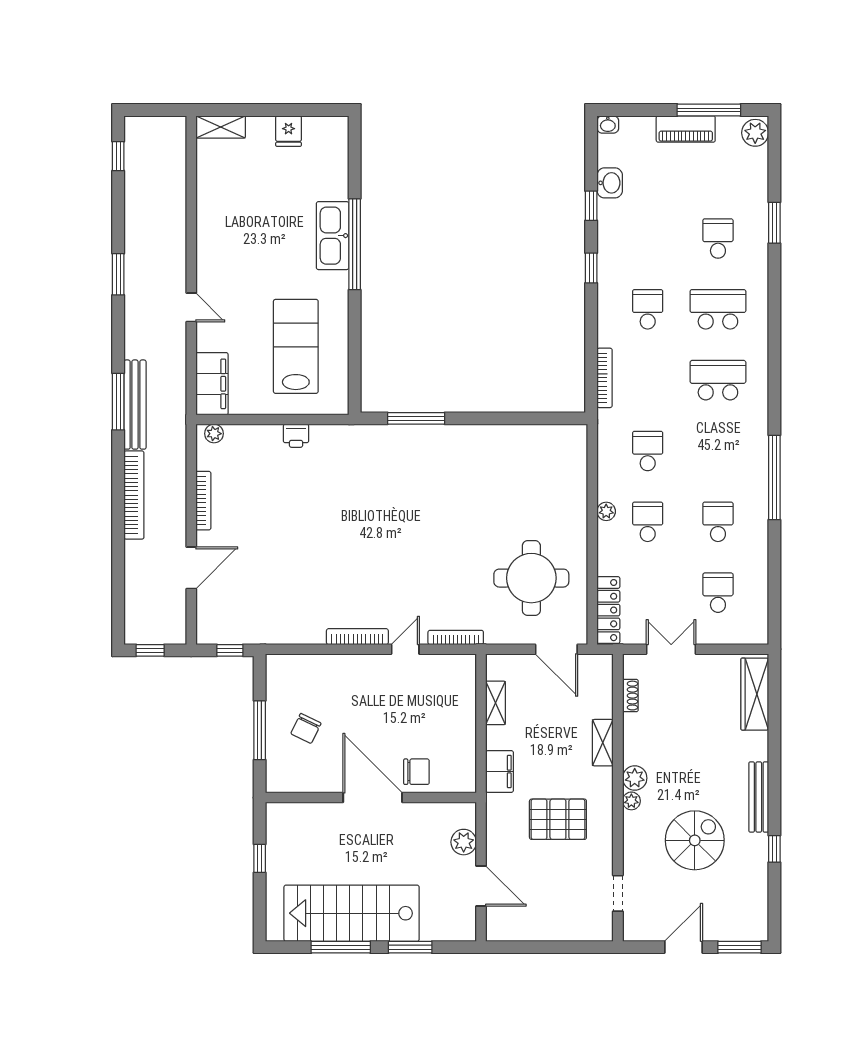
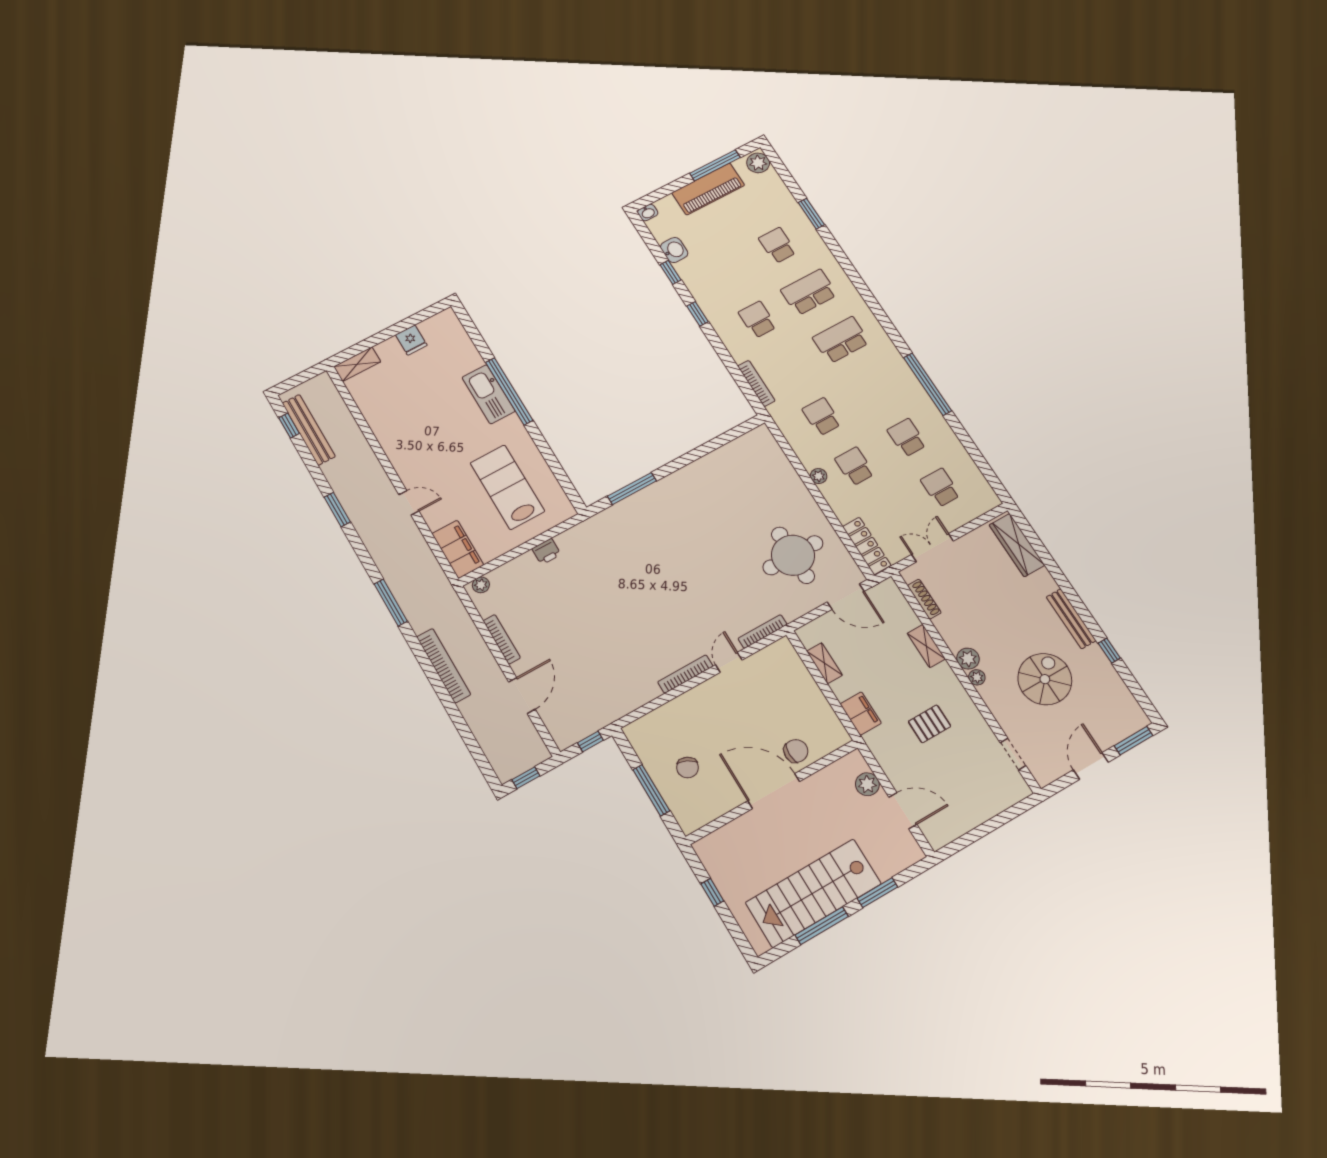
piano: (686, 129) -> (708, 189), width x1.37, depth x1.33
bench: (135, 405) -> (309, 430), moved
shoe rack: (630, 696) -> (924, 599), width x1.43
pallet: (558, 819) -> (930, 724), width x0.67, depth x0.71

